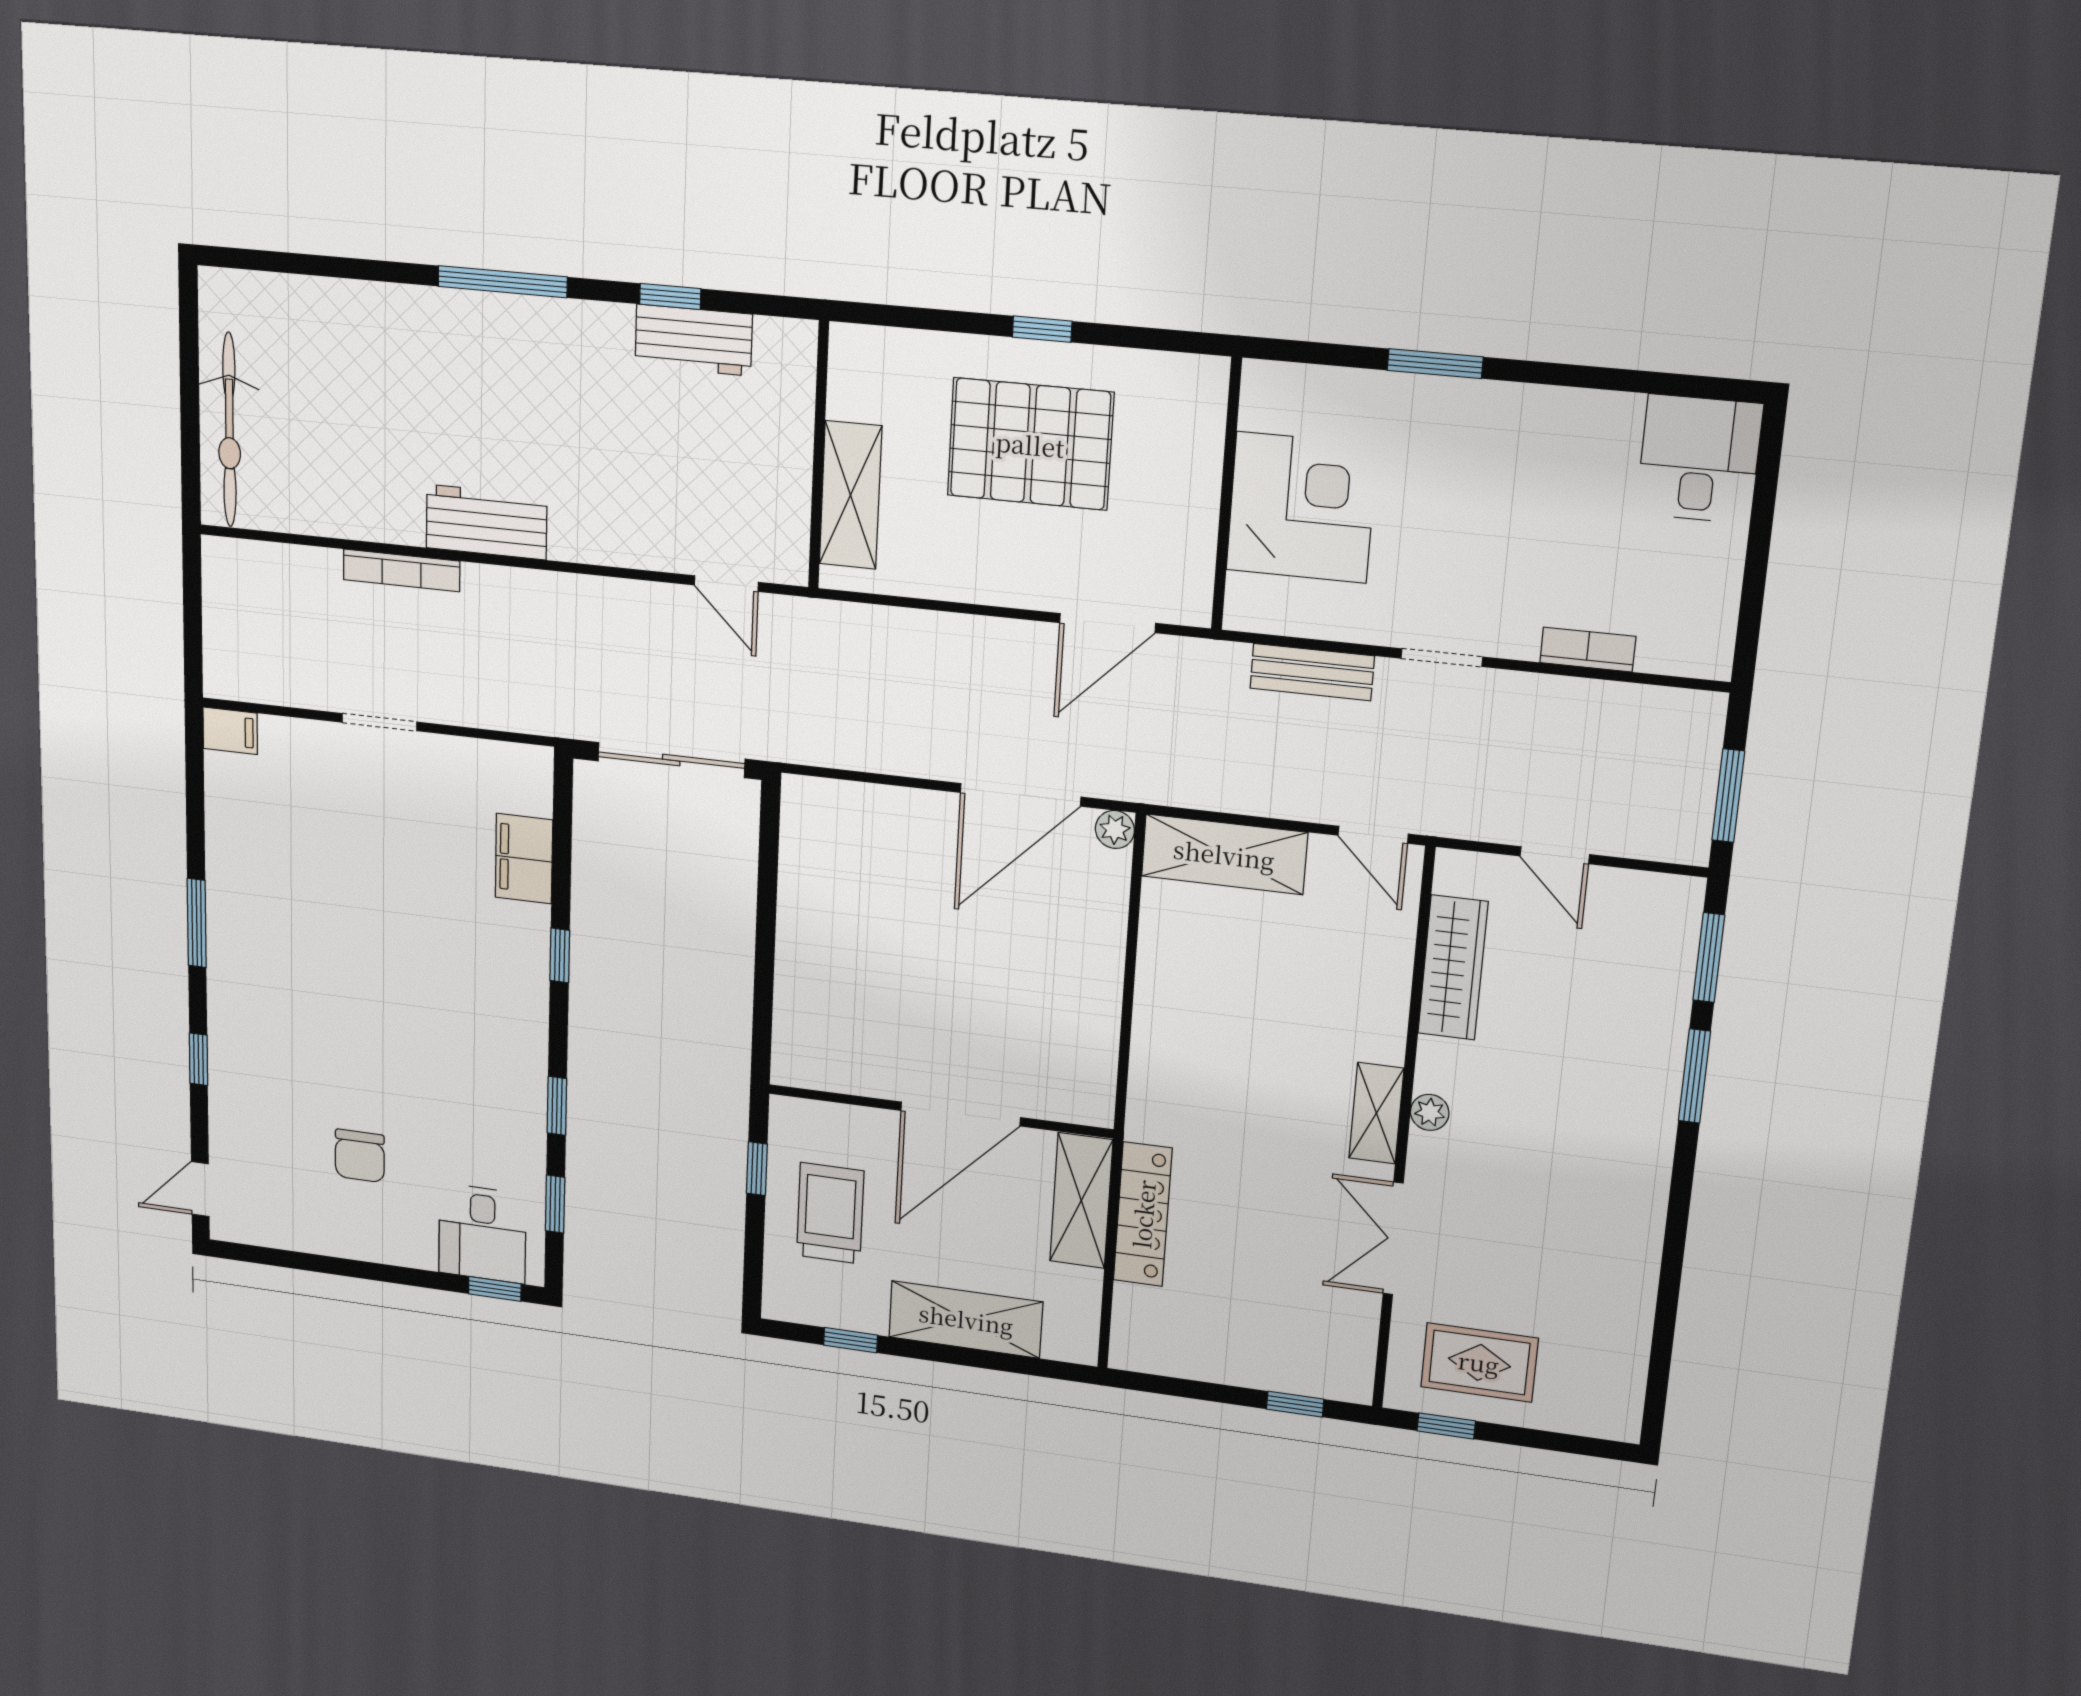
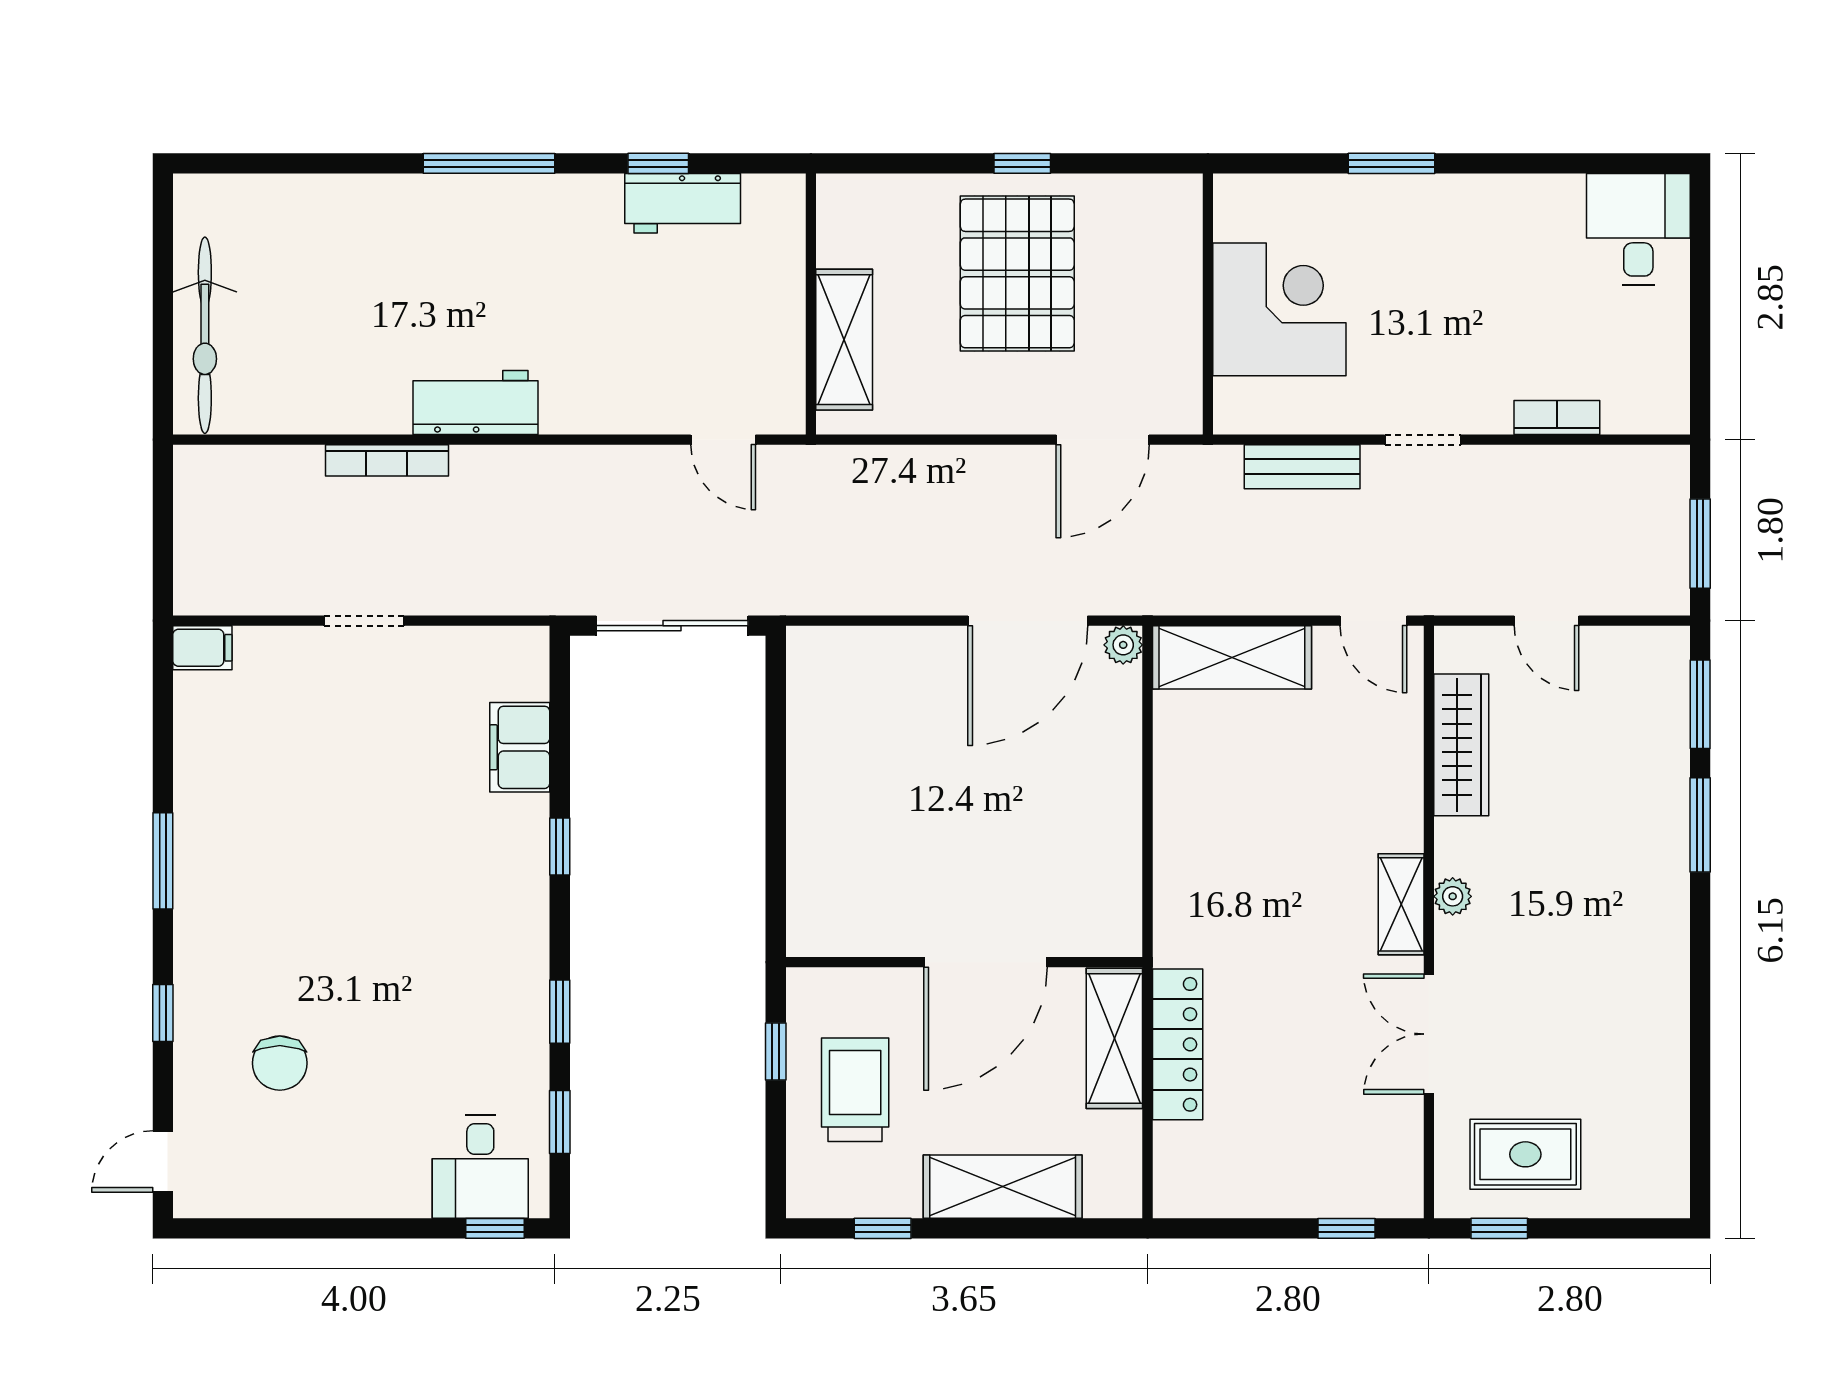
pallet: (1030, 444) -> (1017, 273), turned 90
chair: (360, 1156) -> (280, 1063), moved

